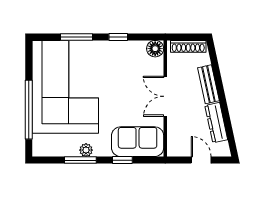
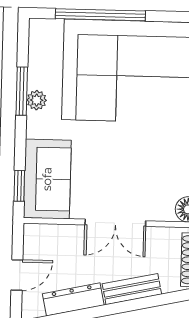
double door: (165, 96) -> (115, 223), swing flipped
window: (122, 160) -> (19, 186), moved

